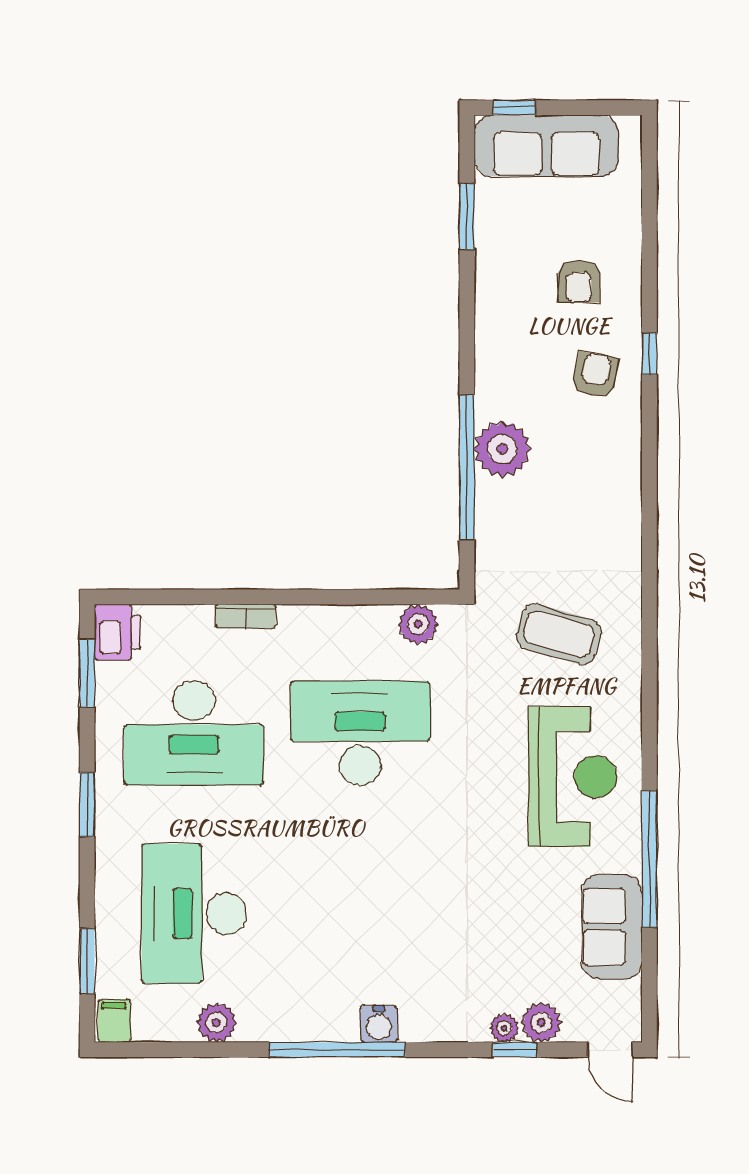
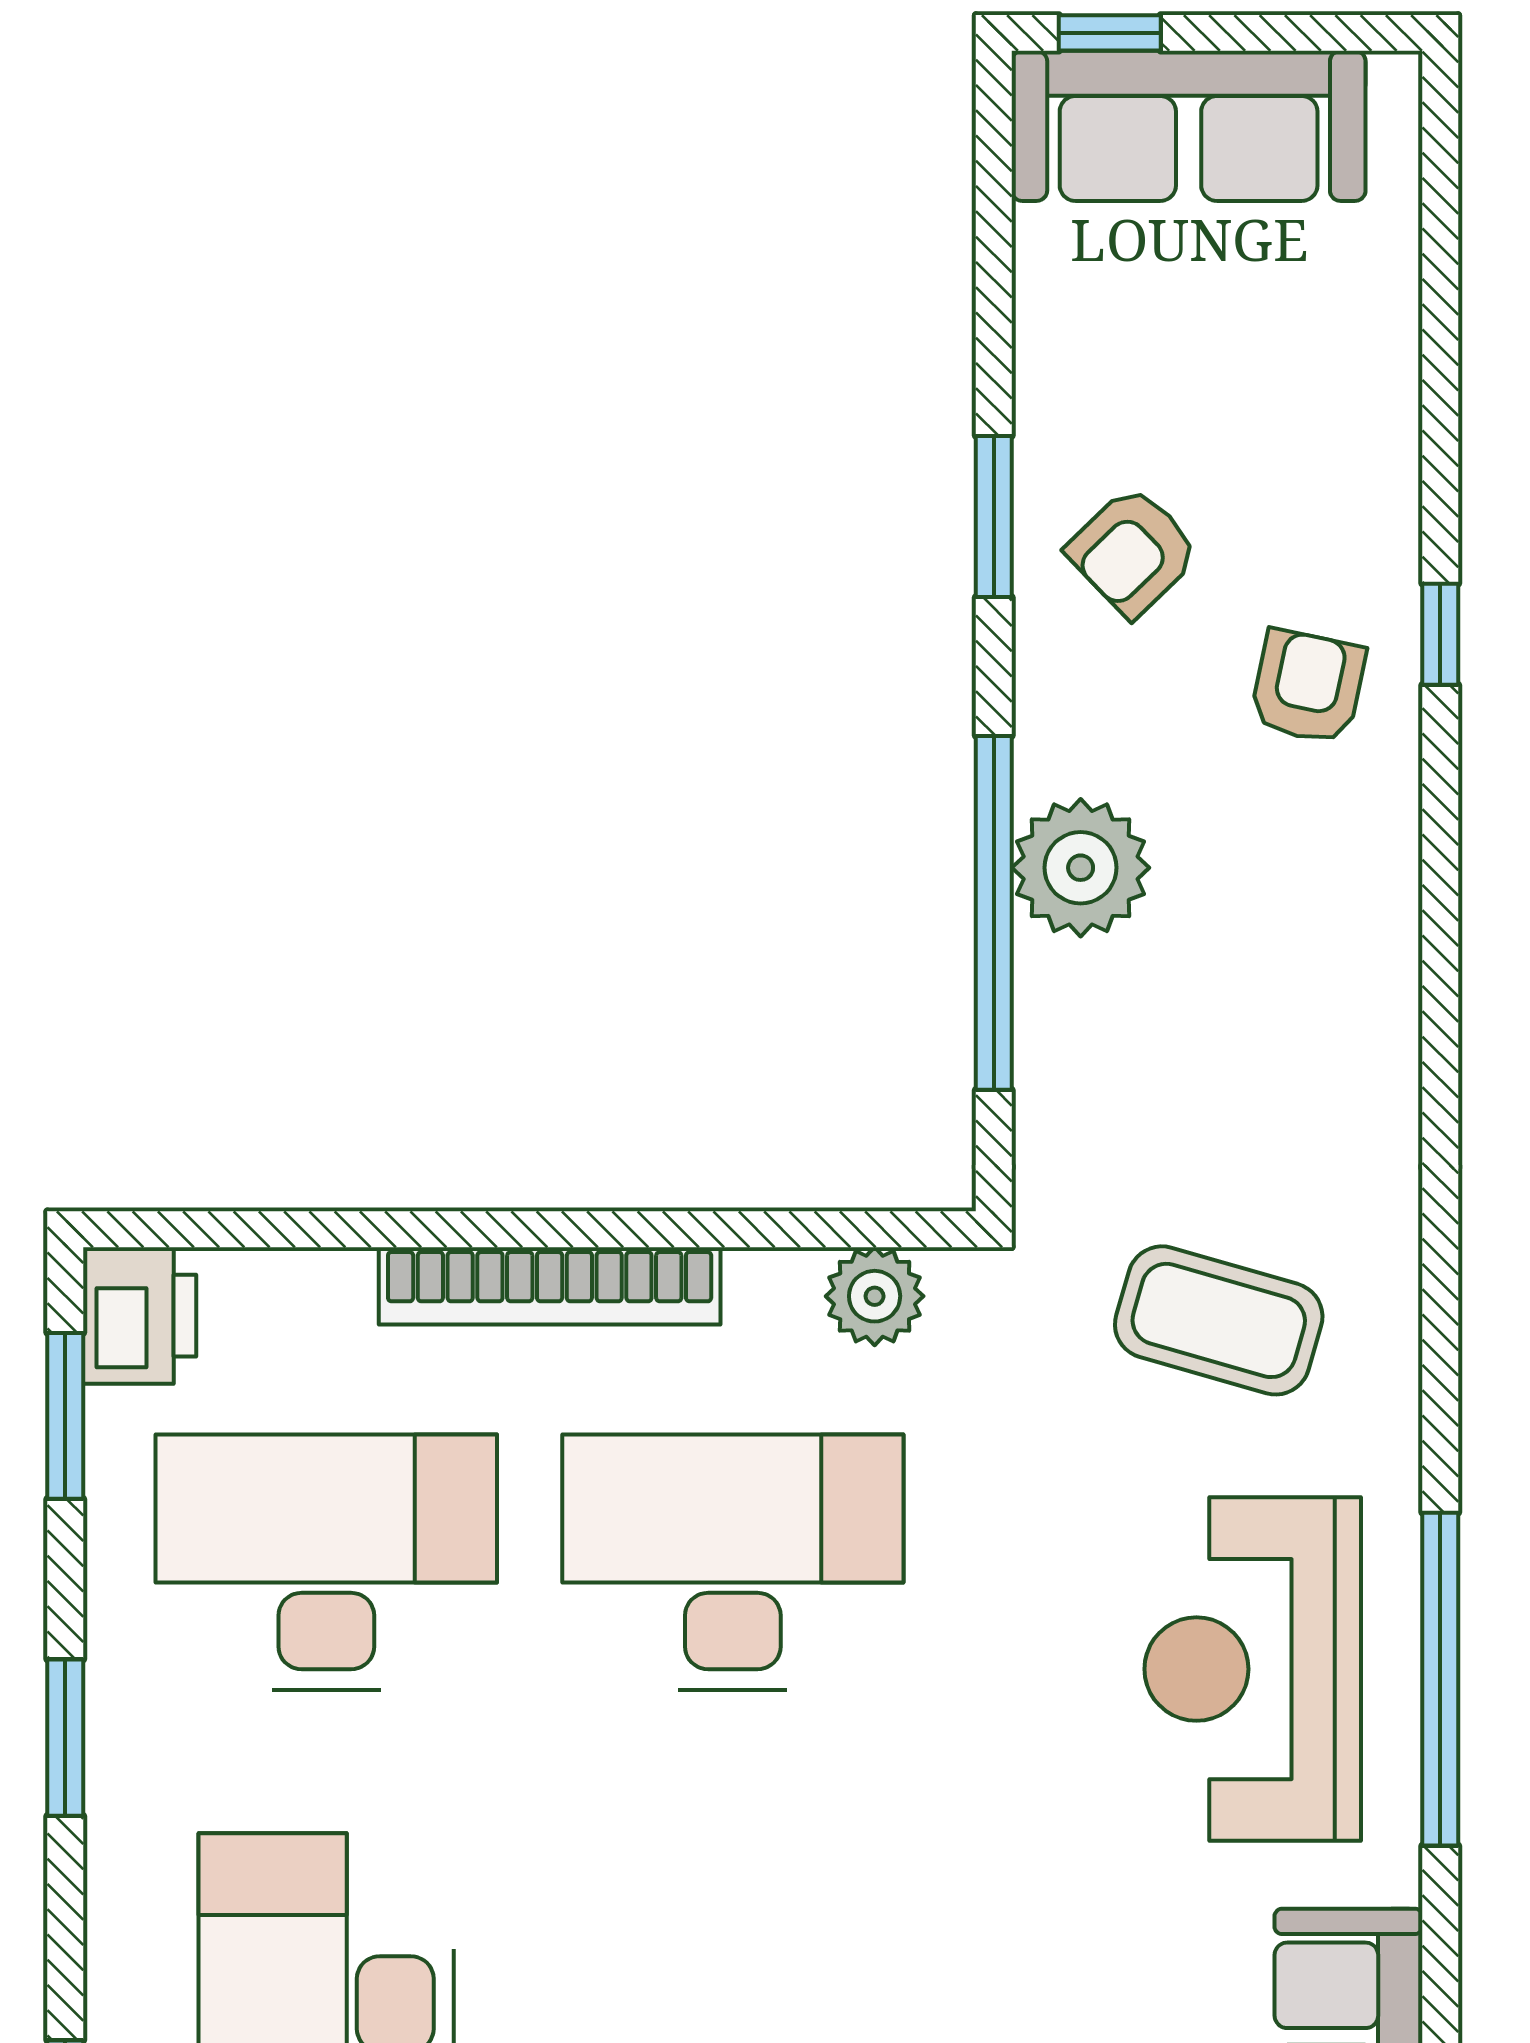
window: (467, 217) -> (994, 516), moved
armchair: (579, 282) -> (1133, 551), moved, turned 46
bookcase: (246, 616) -> (550, 1286), width x2.31, depth x1.31
desk: (194, 733) -> (326, 1562), turned 180
reception desk: (573, 777) -> (1253, 1669), turned 180
window: (649, 859) -> (1440, 1679), moved

